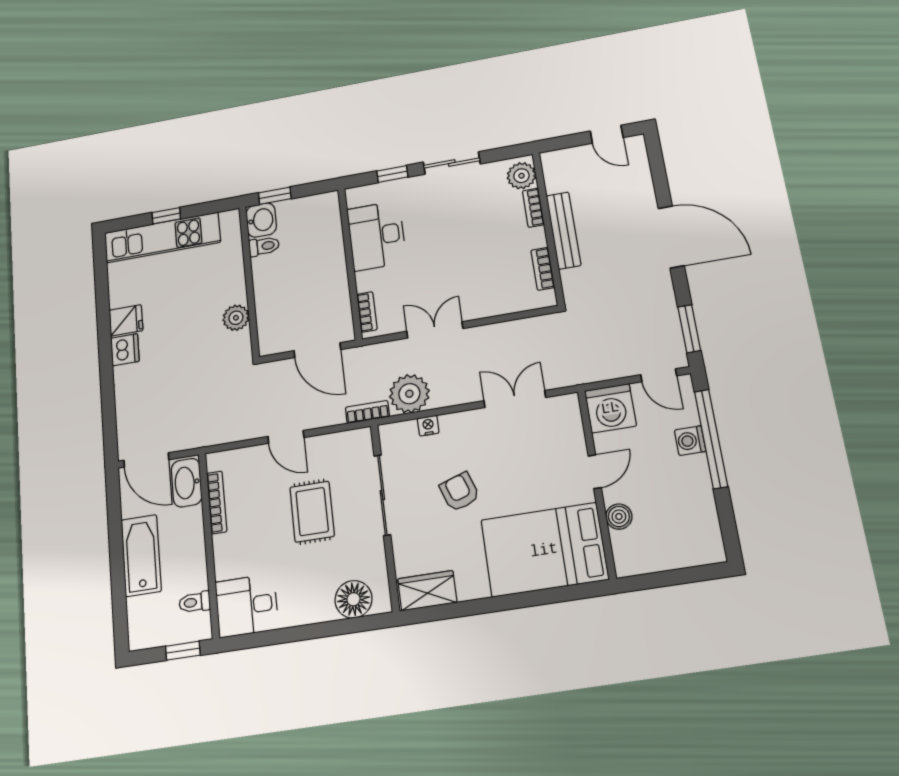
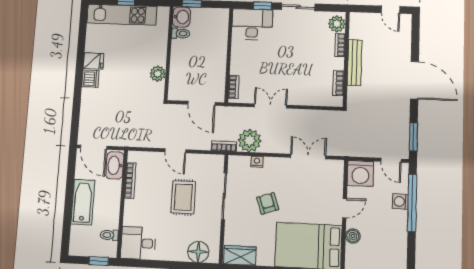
desk: (377, 236) -> (252, 24), moved, turned 90

